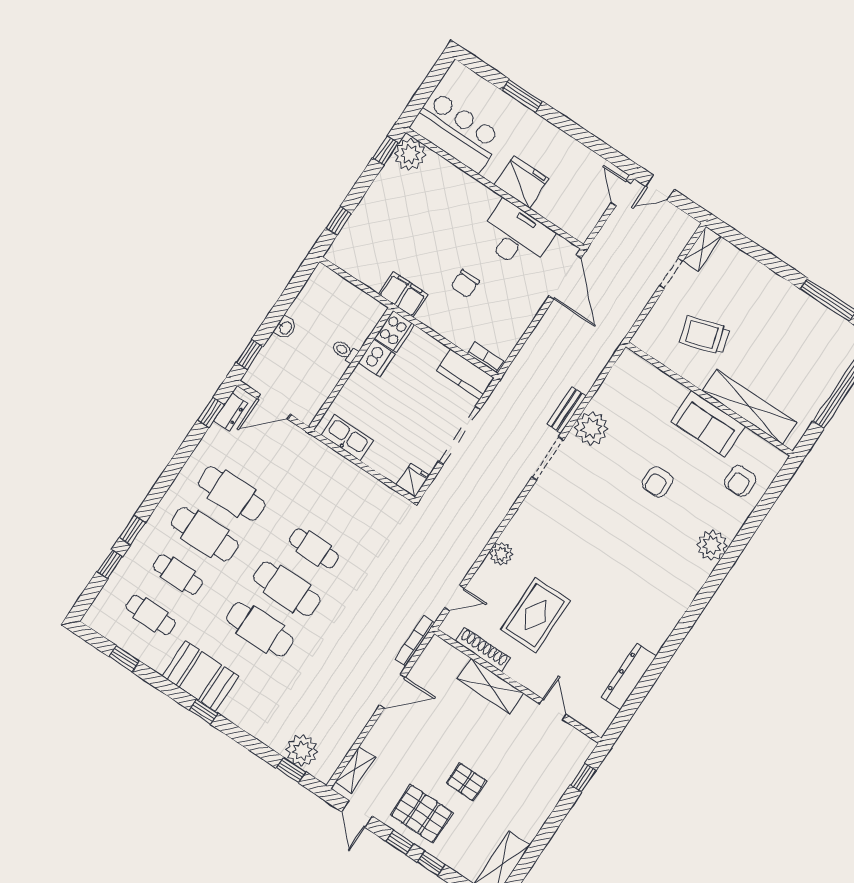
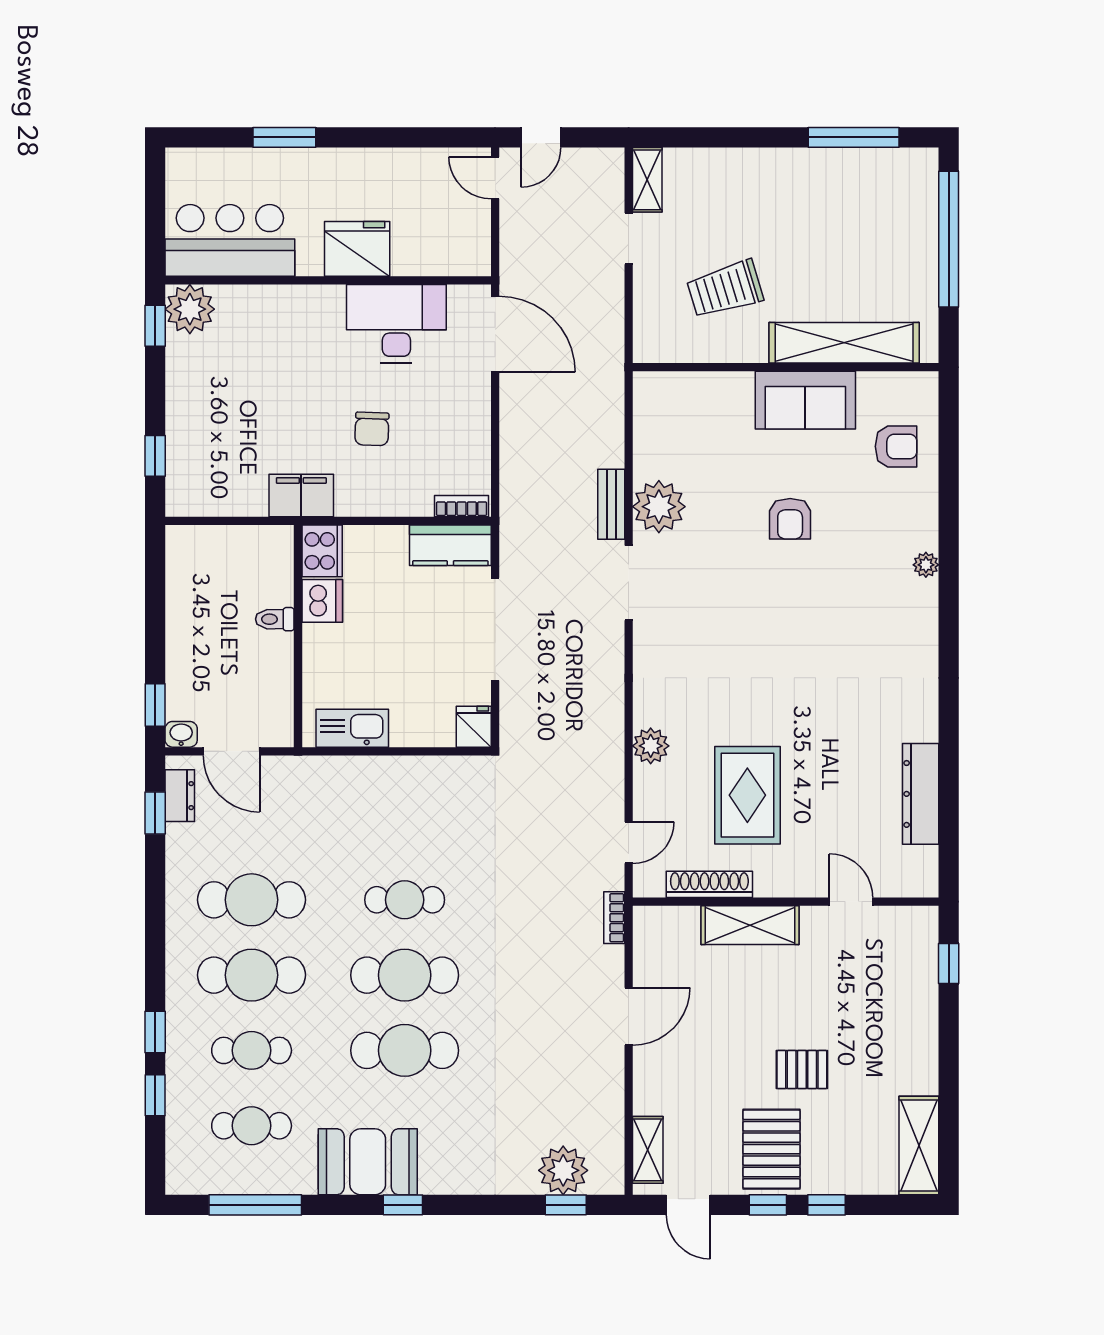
washbasin: (285, 328) -> (181, 734), moved, turned -90
door: (274, 407) -> (231, 751), hinge flipped
armchair: (740, 481) -> (896, 446), turned -90
plant: (712, 545) -> (926, 565), width x0.53, depth x0.53
bookcase: (415, 641) -> (614, 918), width x0.64
window: (124, 659) -> (255, 1205), width x2.17
pallet: (422, 814) -> (771, 1149), turned 90

